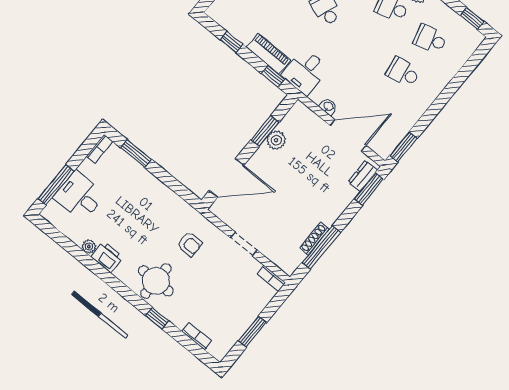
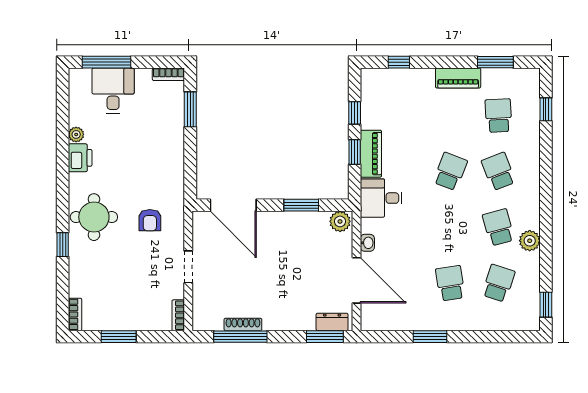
school desk: (430, 39) -> (498, 283), turned 33
window: (273, 76) -> (355, 152), moved
plant: (276, 140) -> (340, 221), moved
window: (404, 147) -> (430, 337), moved
bookcase: (197, 336) -> (75, 314), moved

